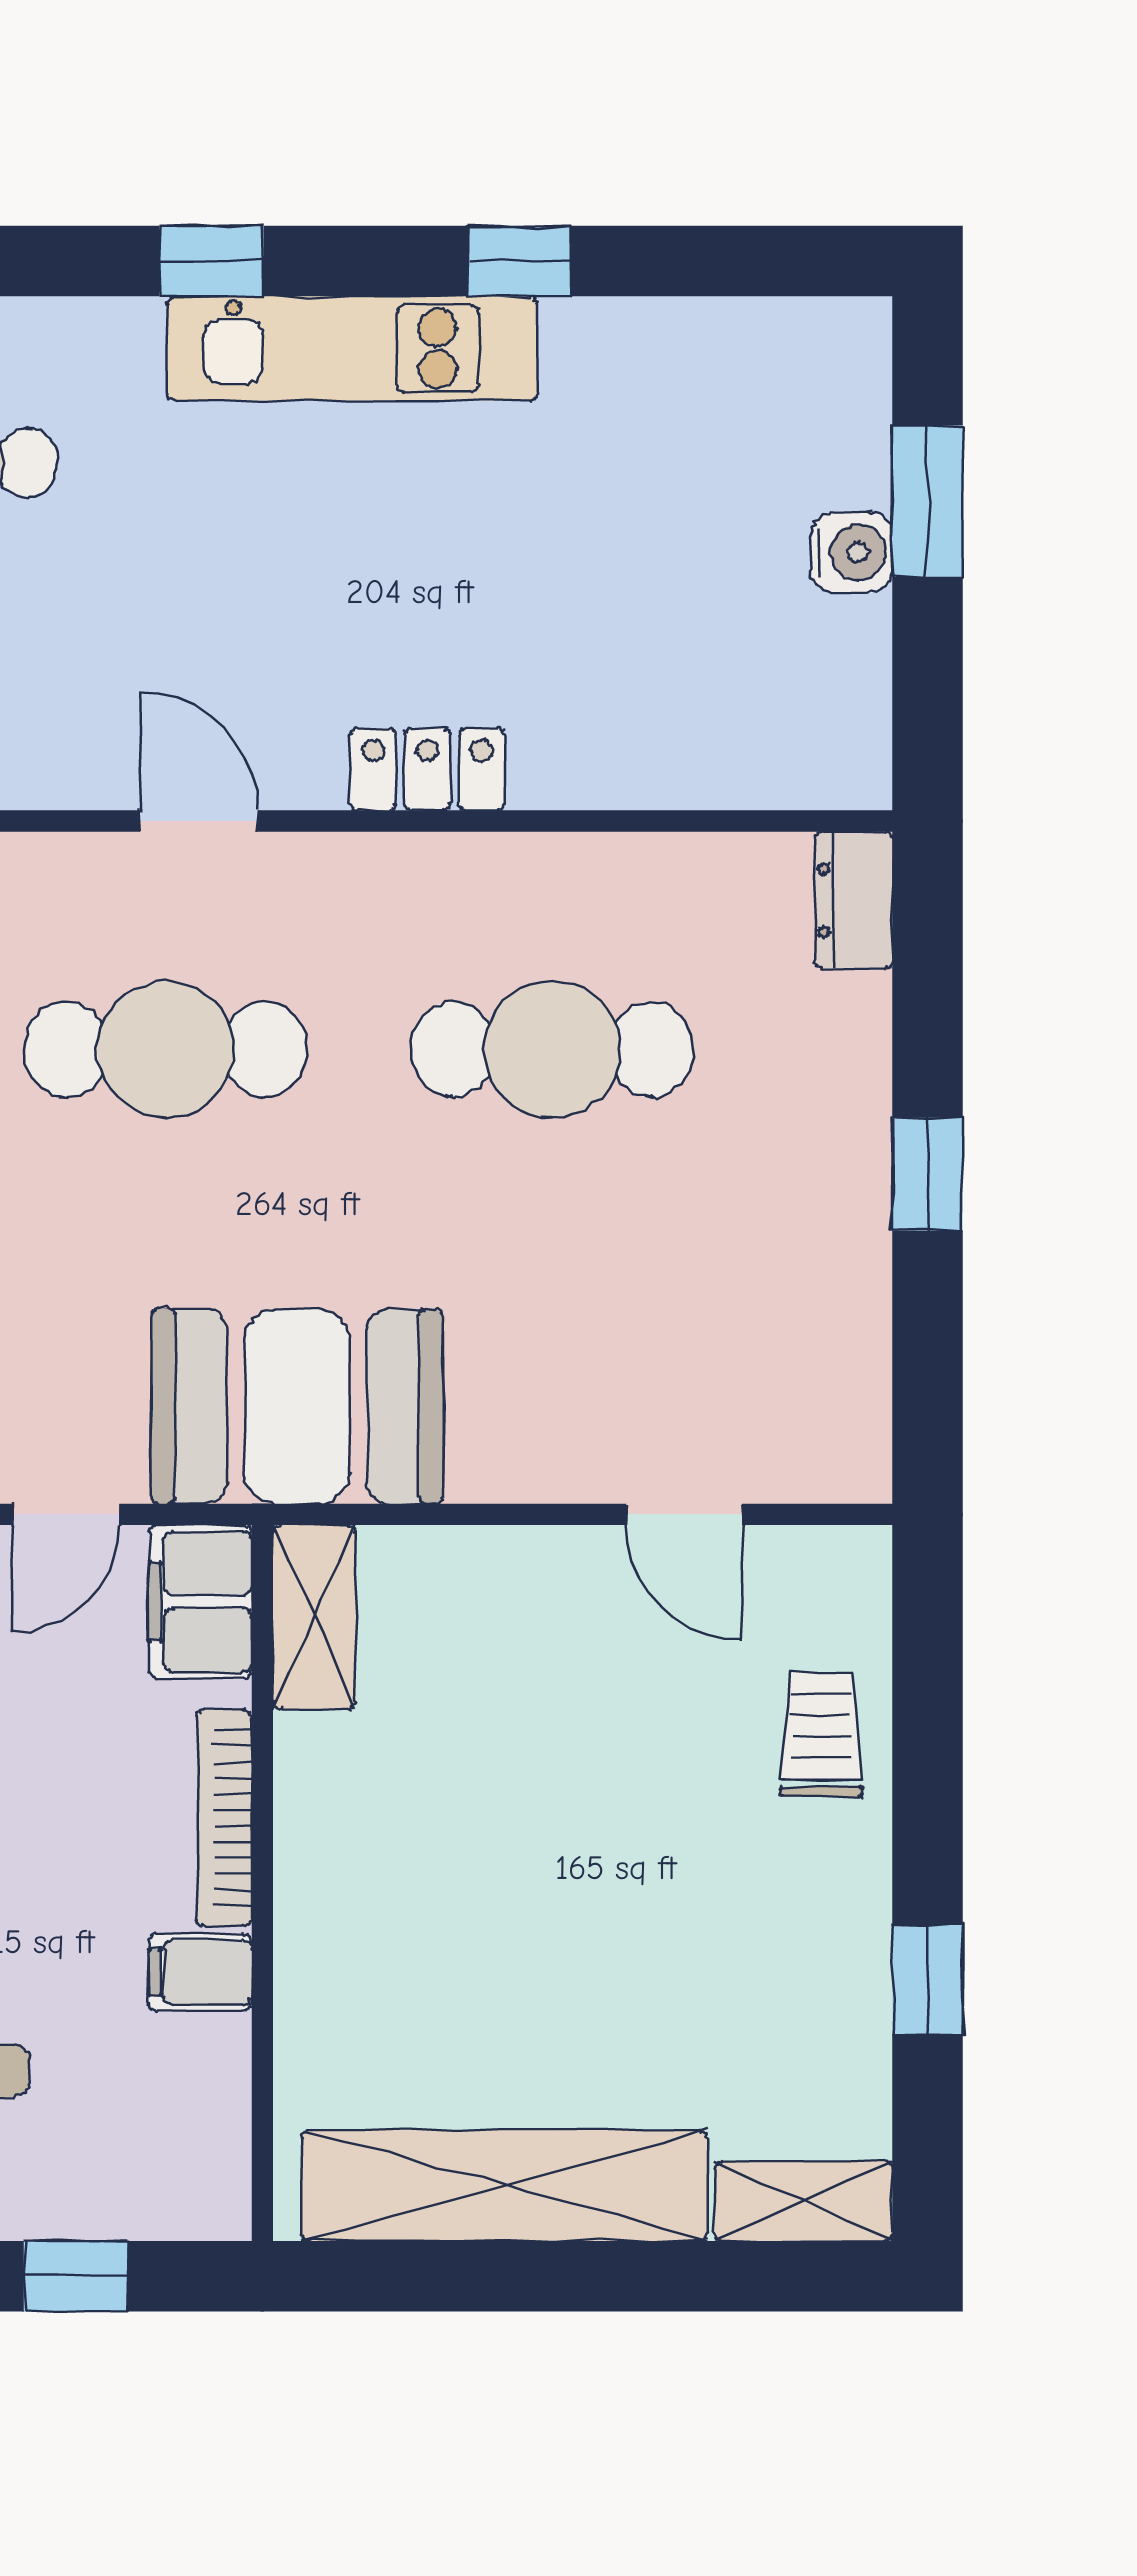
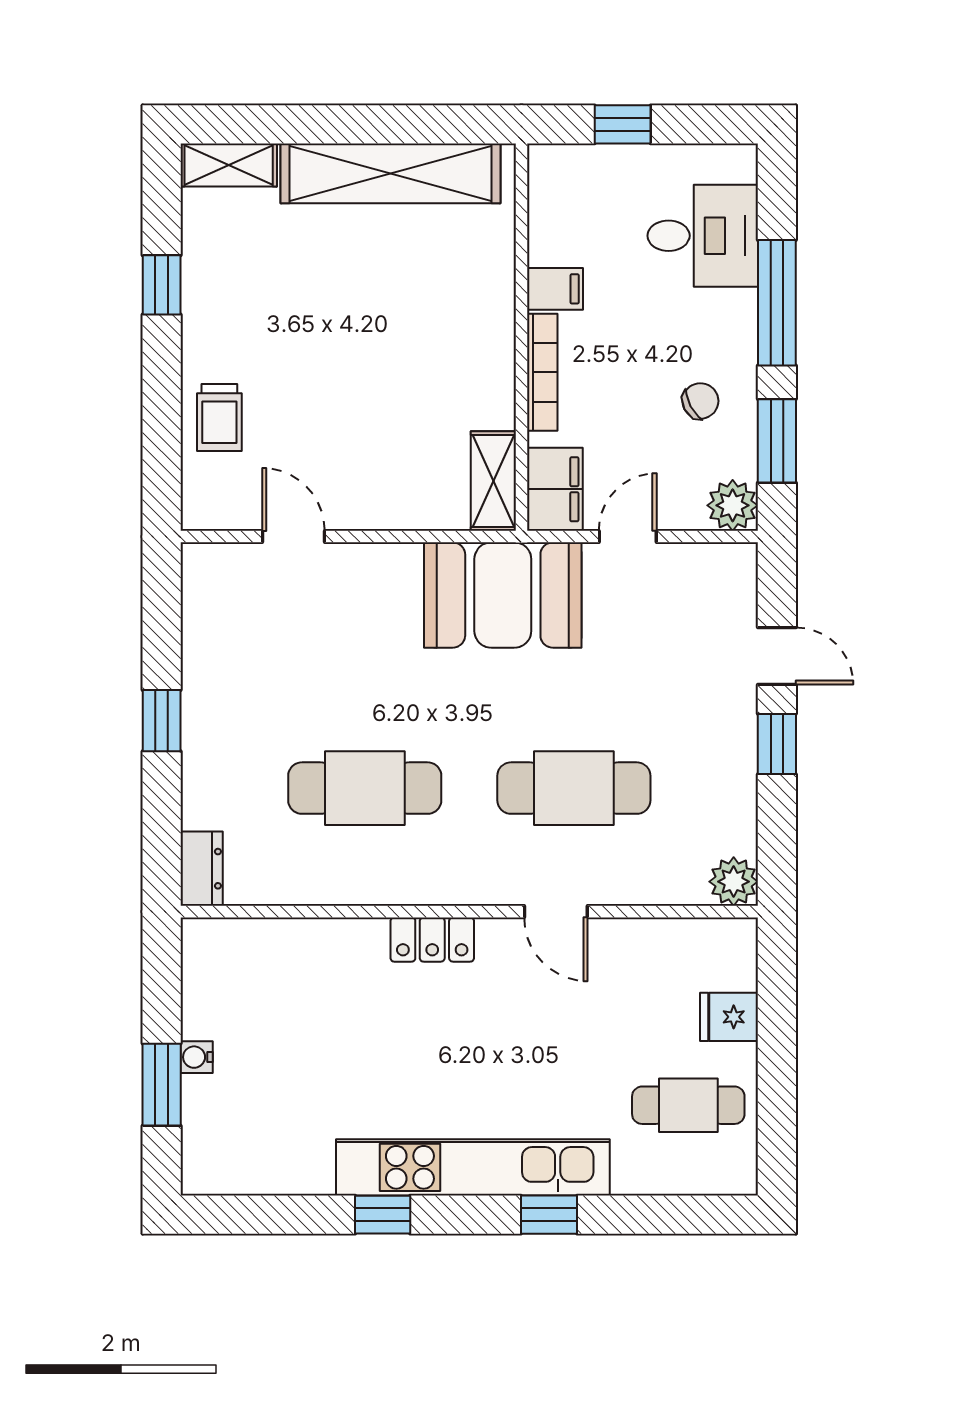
kitchen unit: (352, 348) -> (473, 1167), width x1.36
water cooler: (852, 552) -> (197, 1057), width x0.72, depth x0.72

